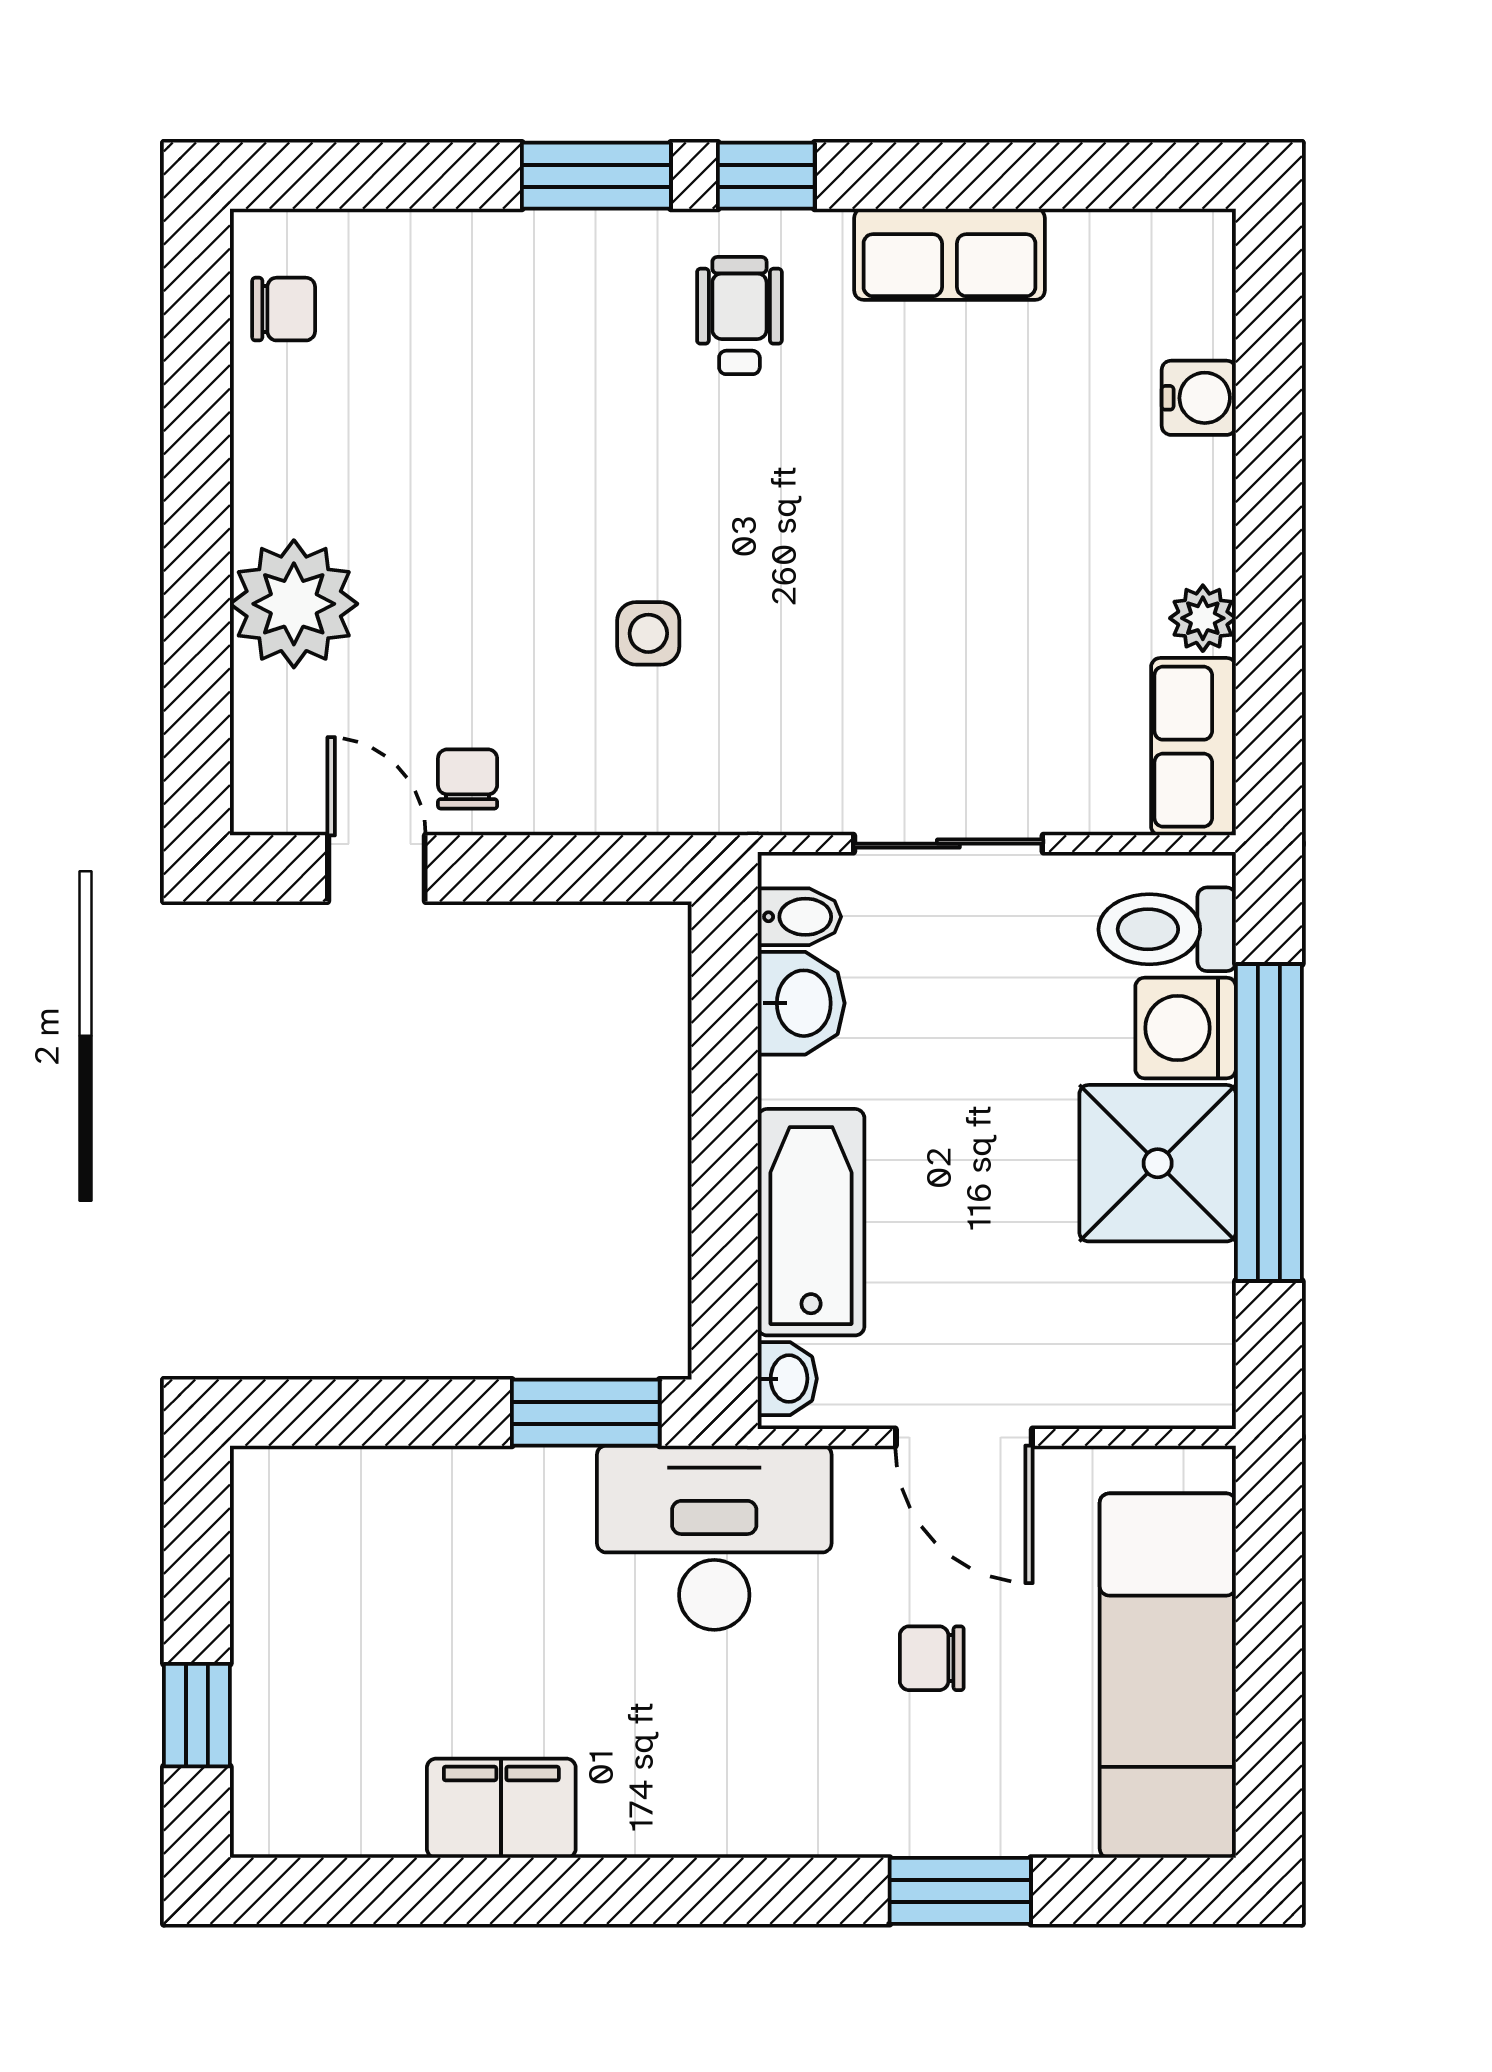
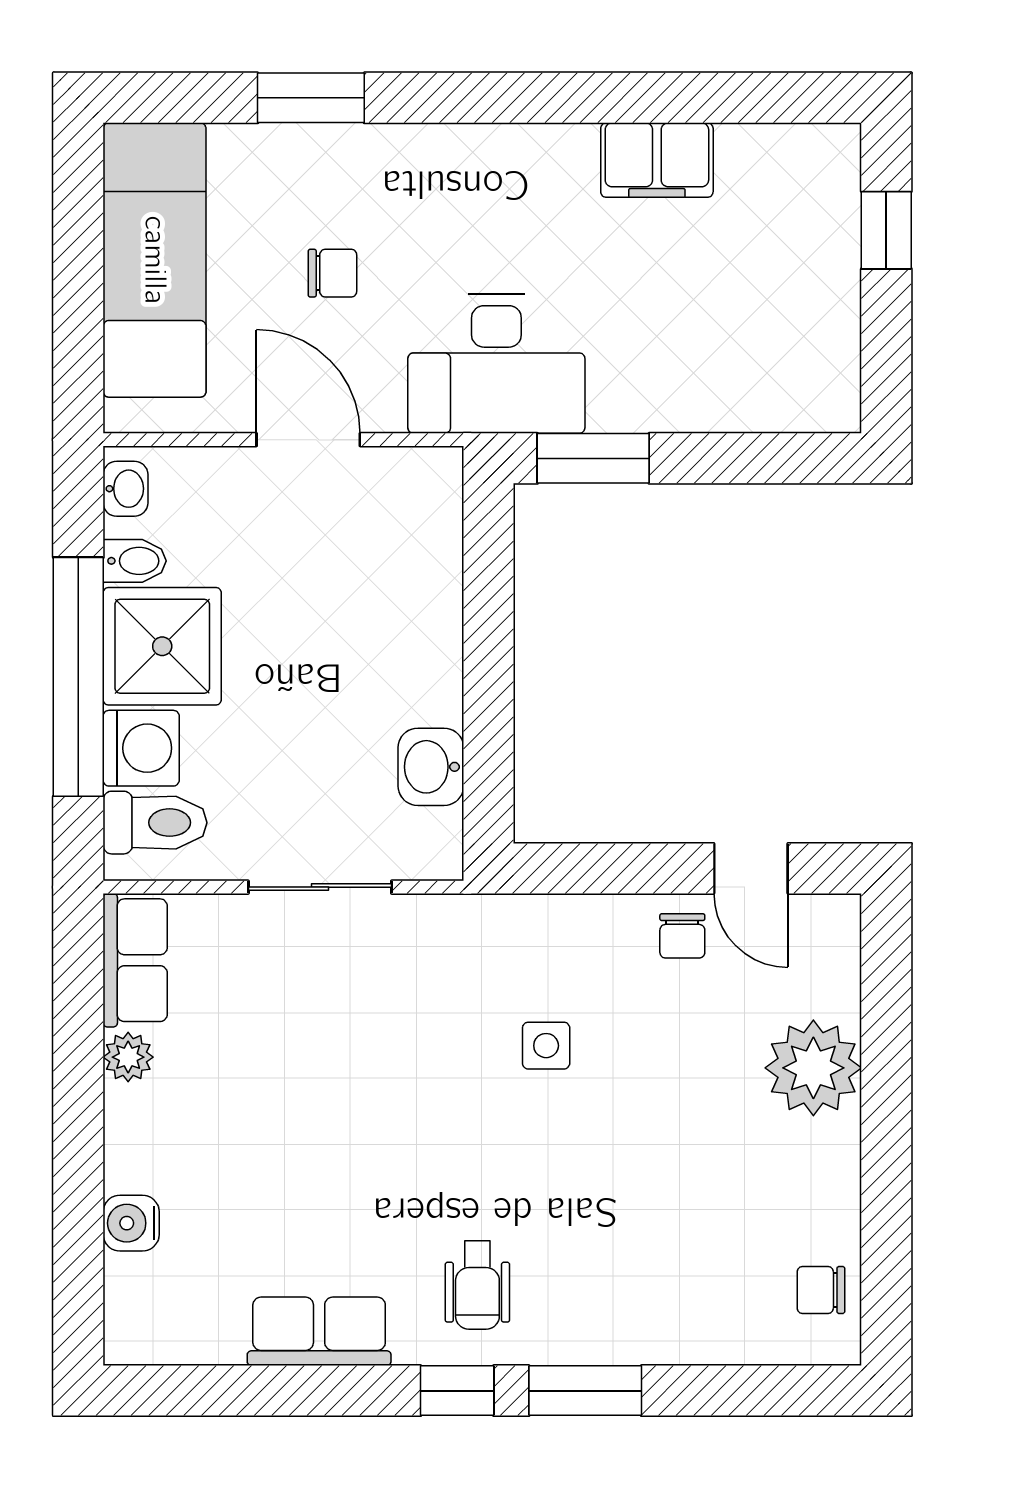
bidet: (799, 917) -> (135, 561), moved, turned 180
bathtub: (811, 1222) -> (423, 602), removed
washbasin: (787, 1379) -> (125, 489), moved, turned 180

